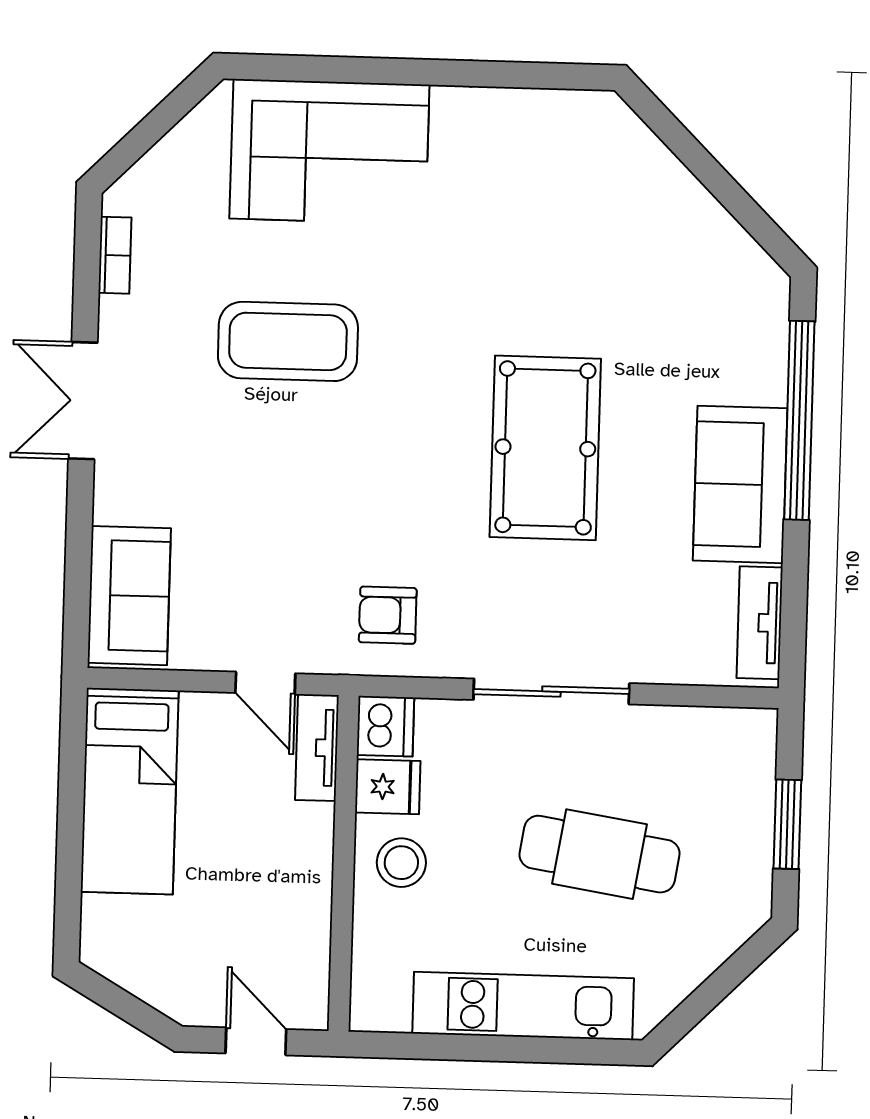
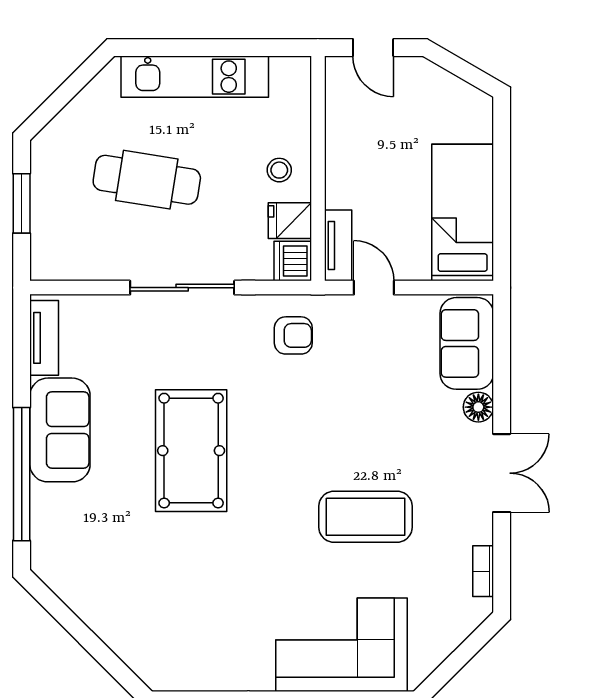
floor lamp: (115, 500) -> (478, 407), added
stool: (401, 863) -> (279, 170), width x0.73, depth x0.73

